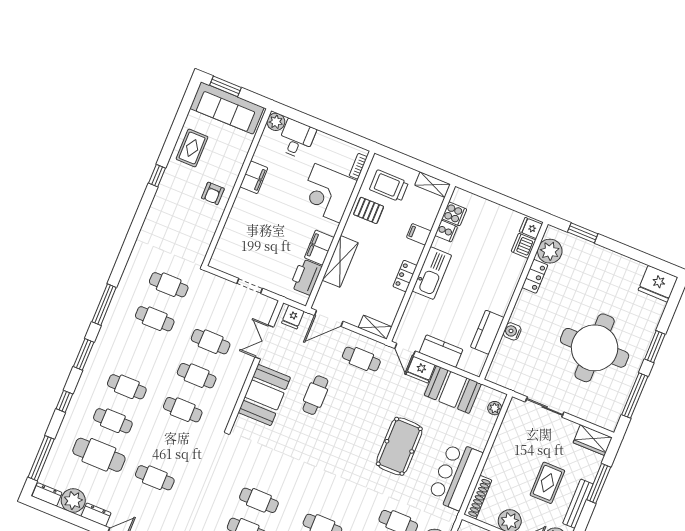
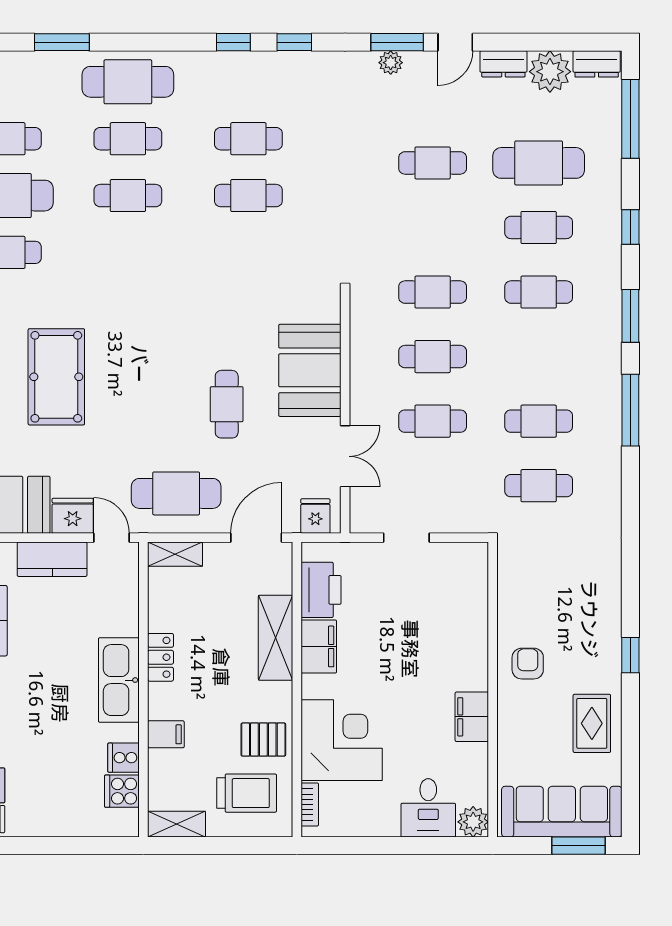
cafe table: (361, 359) -> (176, 493), width x1.37, depth x1.35

